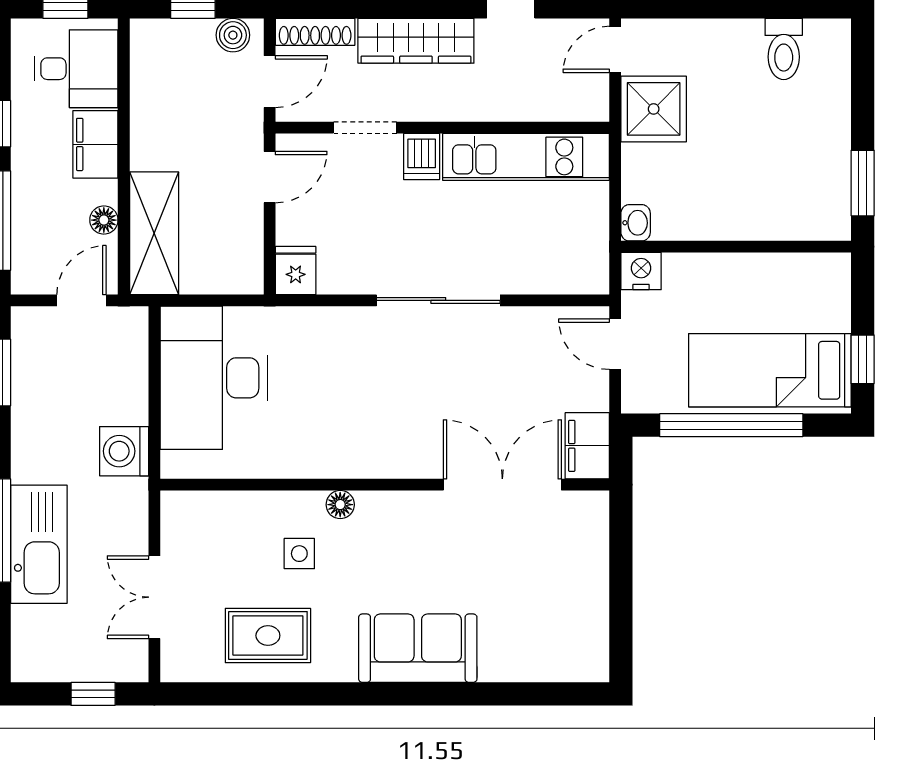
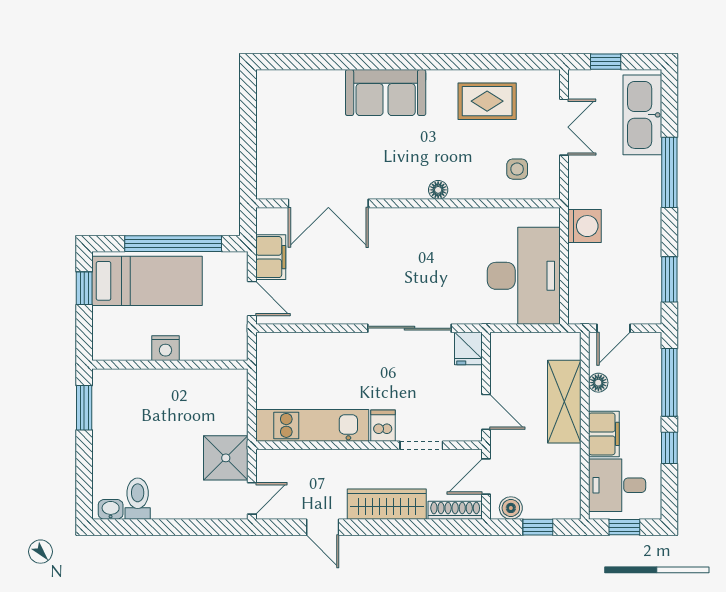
door: (270, 177) -> (486, 412), swing flipped
washbasin: (636, 223) -> (111, 509), moved, turned 90
shelving: (154, 233) -> (564, 402), moved
nightstand: (641, 271) -> (165, 348), moved
sliding door: (438, 300) -> (410, 328), moved
filing cabinet: (587, 446) -> (271, 257), moved
kitchen sink: (39, 544) -> (642, 115), moved
side table: (299, 554) -> (517, 169), moved

